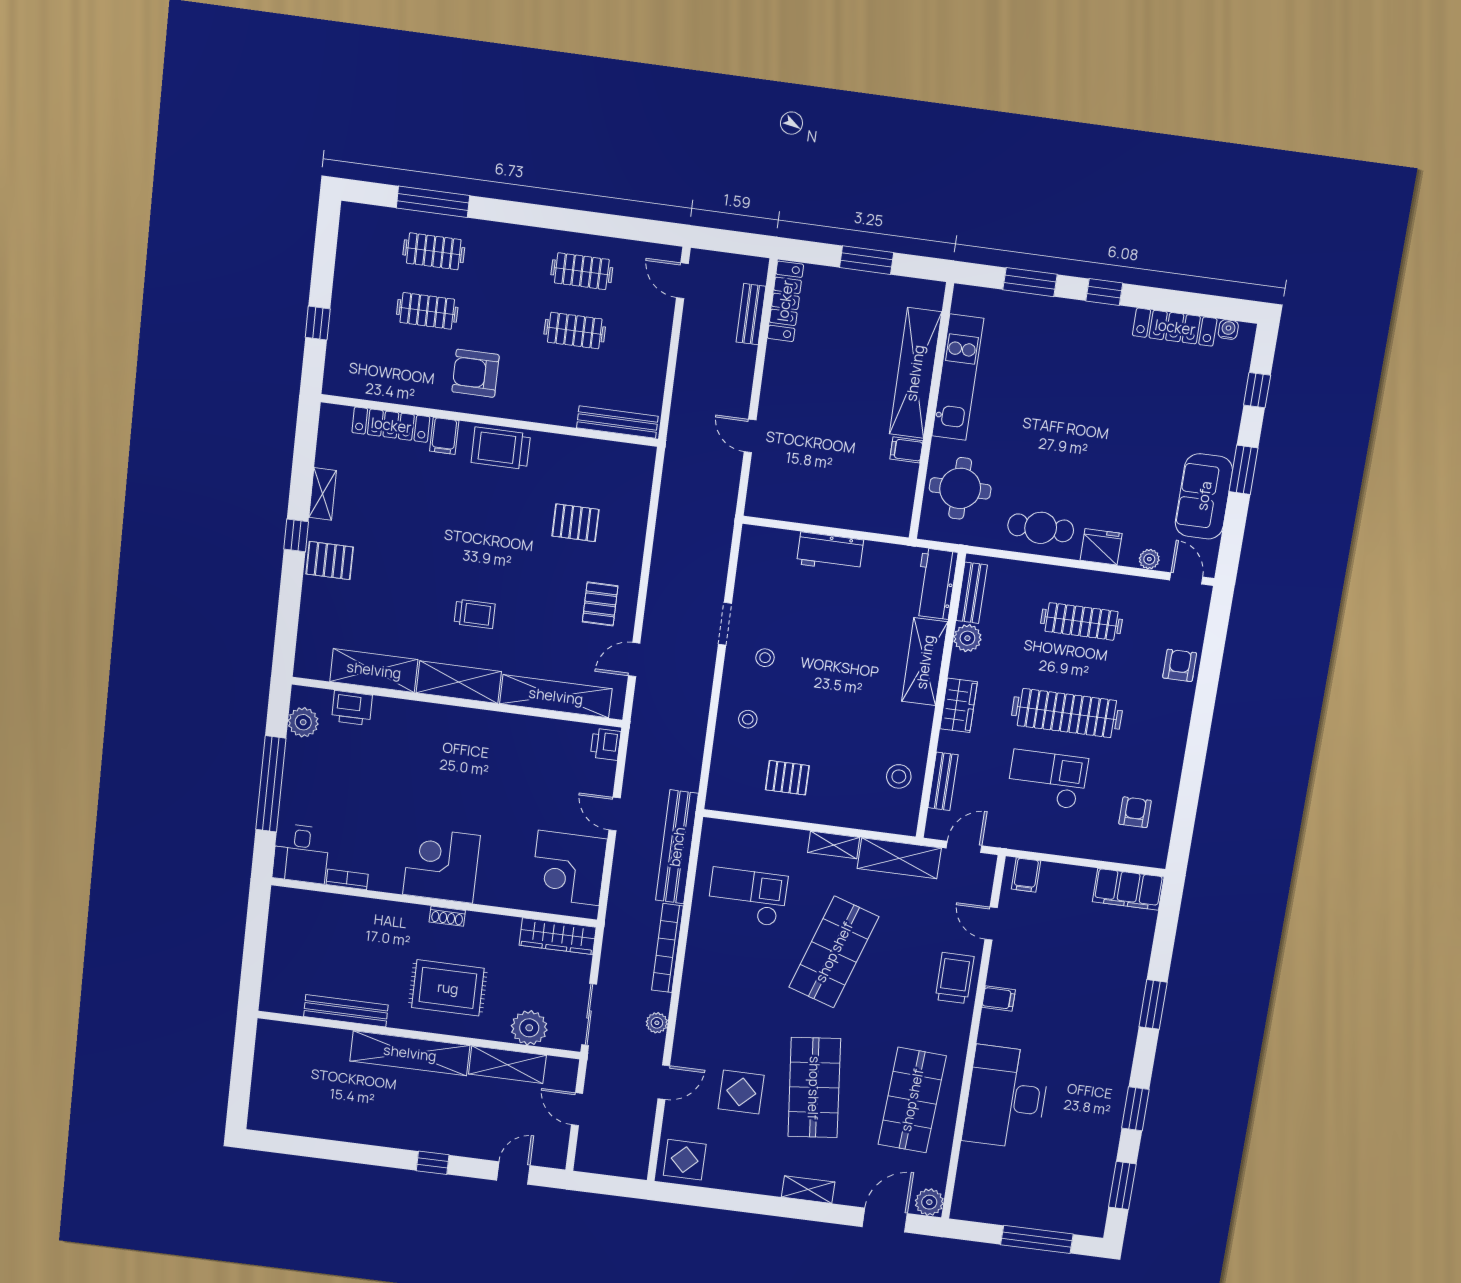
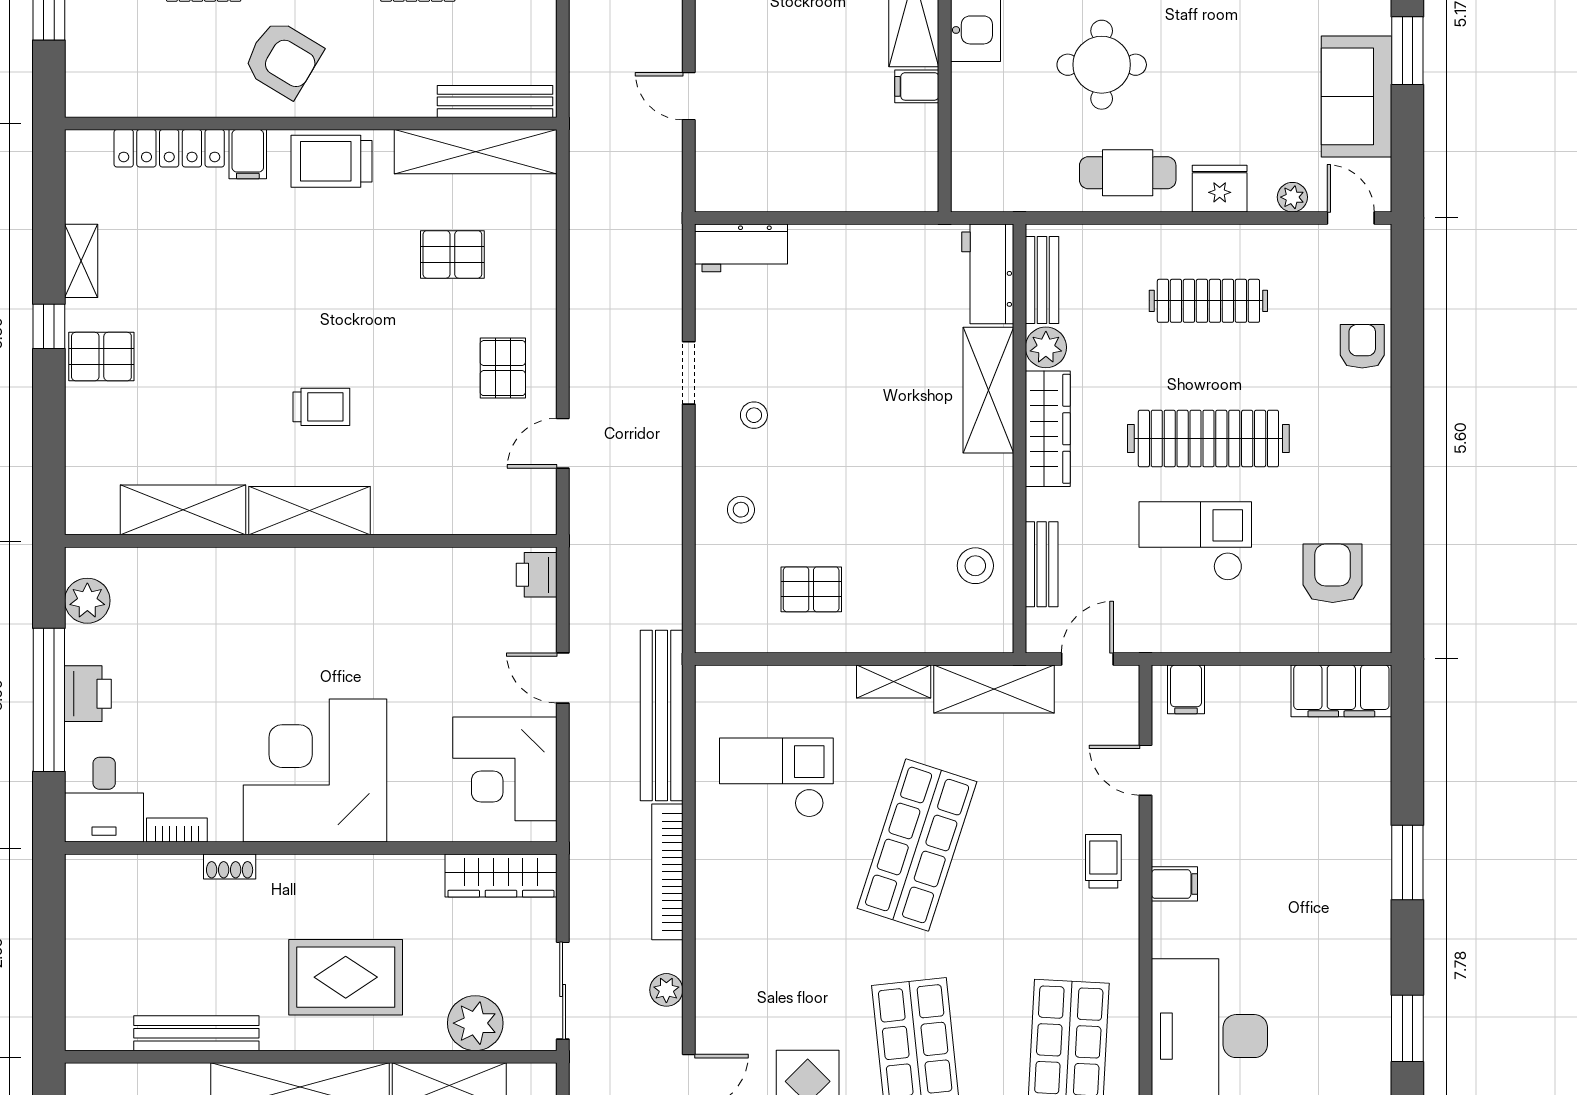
armchair: (475, 373) -> (283, 59), turned -149
round table: (960, 488) -> (1102, 65), moved
workbench: (830, 552) -> (741, 248), moved
shelving: (556, 696) -> (476, 152), moved
wardrobe: (959, 705) -> (1048, 429), width x1.50
printer: (352, 708) -> (88, 694), moved, turned -90
armchair: (1135, 812) -> (1333, 573), width x1.38, depth x1.38
corner desk: (441, 865) -> (315, 770), width x1.36, depth x1.36
shoe rack: (447, 916) -> (230, 867), moved
trolley: (955, 978) -> (1103, 861), width x0.73, depth x0.72

